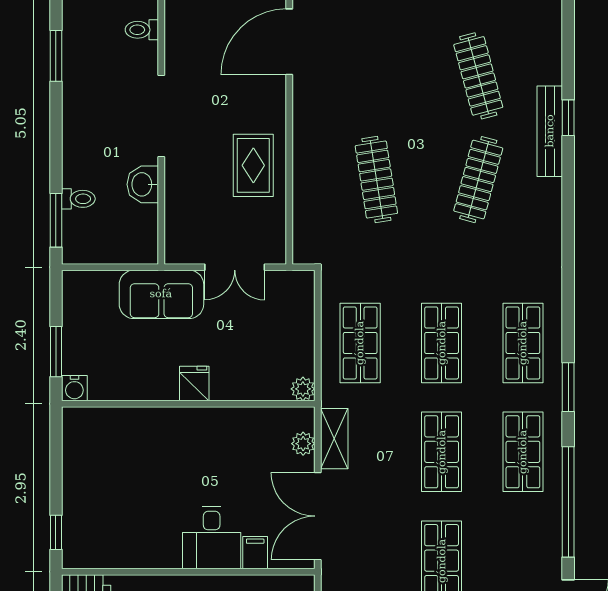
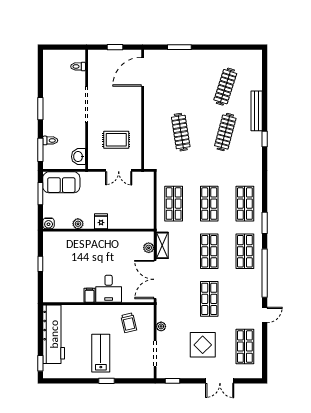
window: (56, 56) -> (40, 109), moved
clothes rail: (478, 76) -> (225, 87), turned 33
window: (568, 118) -> (265, 139), moved
rug: (253, 165) -> (116, 140), moved, turned 90
washbasin: (143, 184) -> (78, 157), moved
sofa: (161, 294) -> (61, 182), moved
window: (56, 352) -> (40, 194), moved
plant: (303, 389) -> (78, 224), moved
window: (56, 532) -> (40, 264), moved
filing cabinet: (255, 553) -> (90, 295), moved

